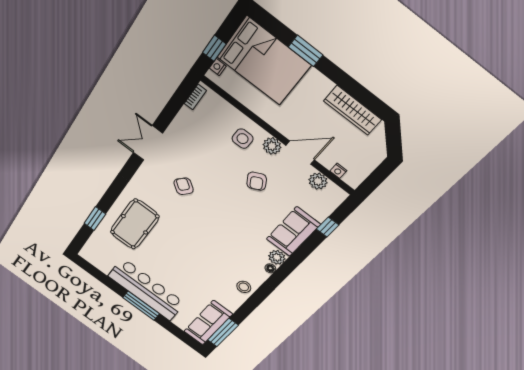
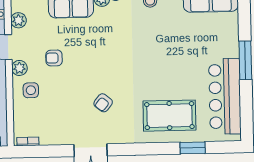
armchair: (257, 181) -> (54, 58), turned -151
bar counter: (146, 290) -> (225, 96), moved

